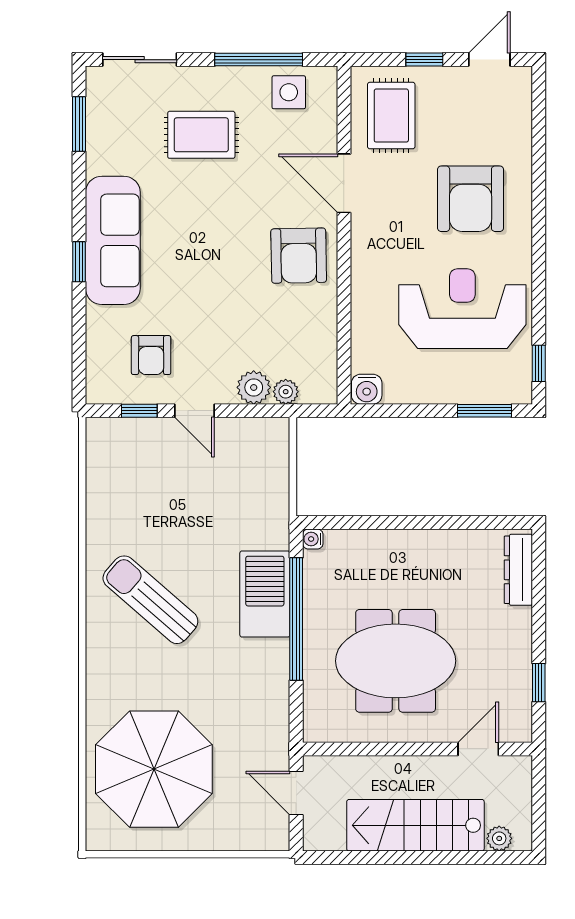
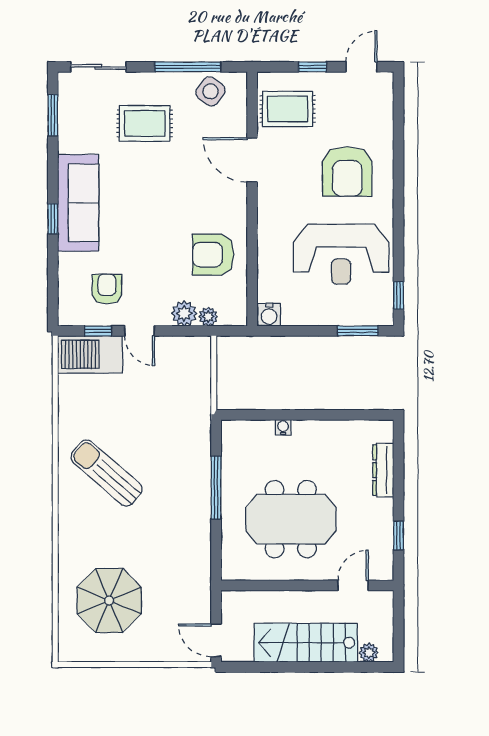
side table: (289, 92) -> (210, 91), turned 36
rug: (391, 116) -> (288, 109), turned 90
armchair: (299, 256) -> (213, 255), moved, turned 91
reception desk: (462, 309) -> (341, 254), turned 180
armchair: (151, 355) -> (107, 289), turned 180
water cooler: (313, 539) -> (283, 427), moved, turned 90
dresser: (518, 570) -> (383, 470), moved
barbecue: (265, 594) -> (90, 354), moved, turned -90
window: (296, 619) -> (216, 488), width x0.68
parasol: (154, 769) -> (109, 601), width x0.73, depth x0.73
door: (296, 793) -> (216, 640), moved

